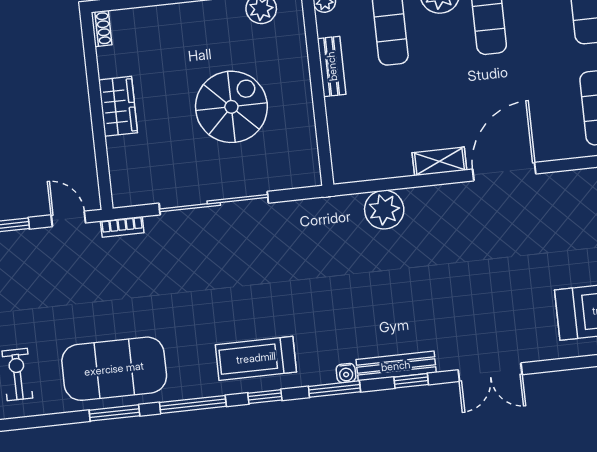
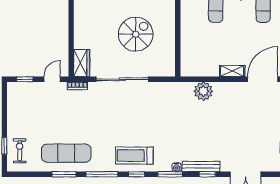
bench: (332, 66) -> (186, 20), removed
wardrobe: (118, 106) -> (82, 63), moved
door: (68, 219) -> (52, 79), hinge flipped
exercise mat: (114, 369) -> (66, 153), width x0.68

